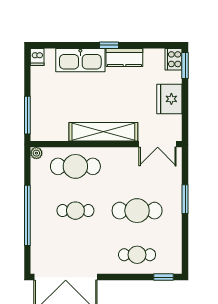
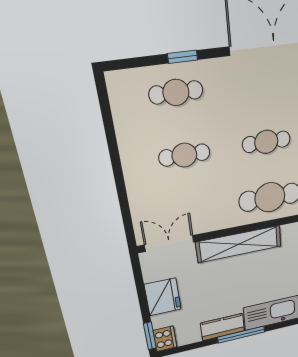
window: (109, 45) -> (241, 335), width x2.17
window: (185, 199) -> (120, 181), removed
cafe table: (137, 211) -> (184, 155), width x0.73, depth x0.74
window: (163, 277) -> (183, 57), moved

